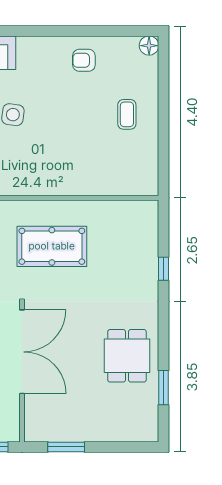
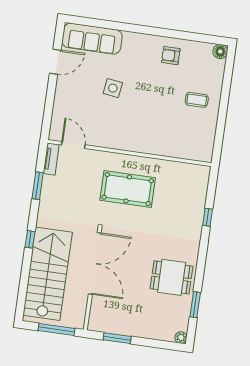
coffee table: (127, 114) -> (197, 100), turned 90
dining table: (127, 356) -> (172, 277), turned 90
plant: (151, 434) -> (181, 338), added

